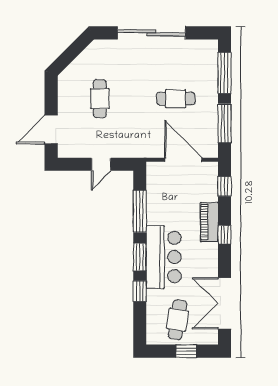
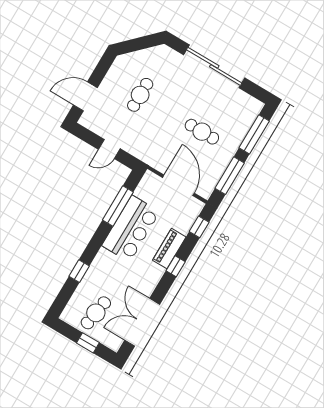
window: (140, 257) -> (96, 243), removed
bar counter: (164, 257) -> (131, 229), moved

